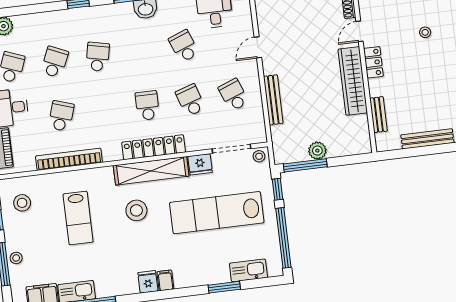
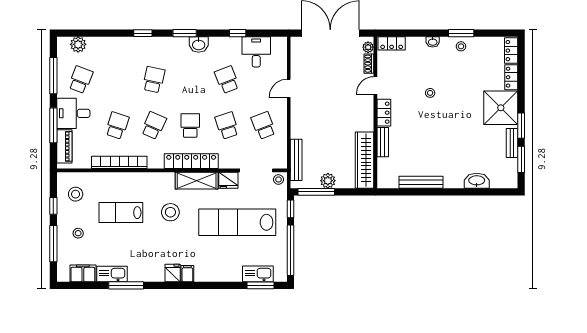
school desk: (55, 62) -> (154, 126), moved
wardrobe: (353, 81) -> (365, 160), moved
bench: (273, 100) -> (296, 160), moved
bench: (378, 115) -> (383, 142), moved
shelving: (151, 171) -> (197, 181), width x0.68
lab bench: (78, 218) -> (121, 213), turned 90
stool: (16, 258) -> (78, 233), moved
window: (224, 287) -> (261, 285), moved

